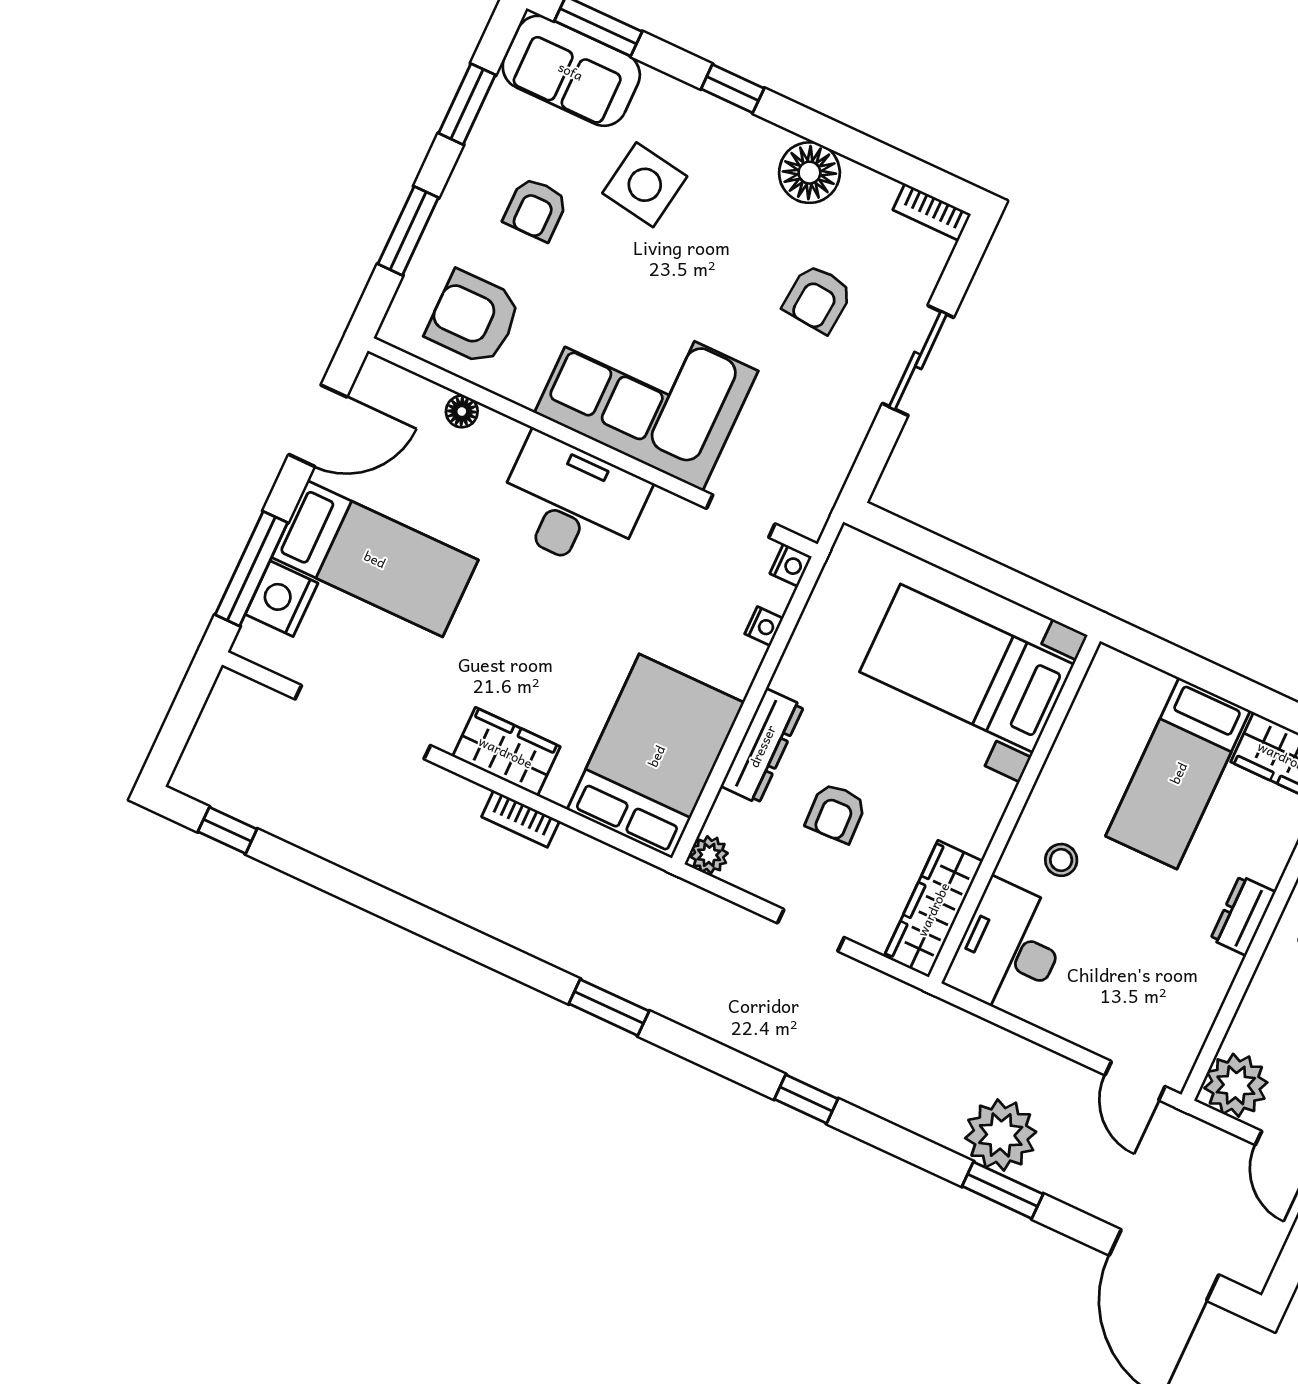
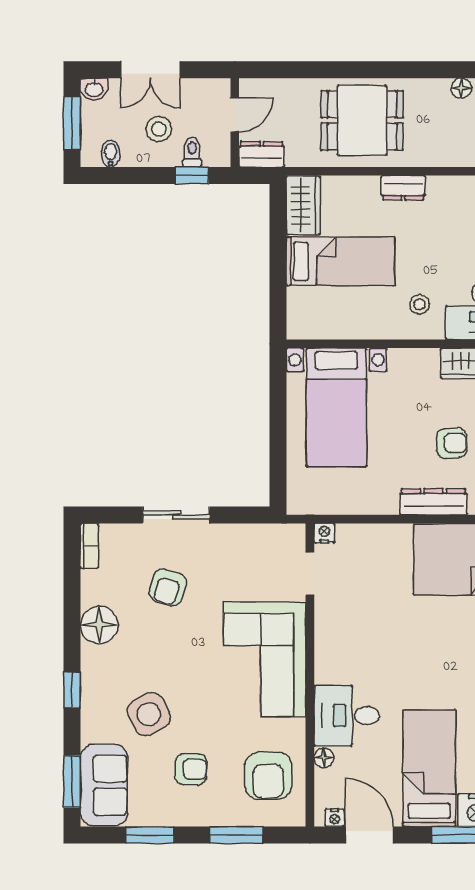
side table: (645, 185) -> (149, 714), turned -37
armchair: (818, 299) -> (168, 587), turned 102
desk: (571, 503) -> (347, 716), moved, width x0.73
nightstand: (764, 626) -> (335, 818), moved, turned 180

